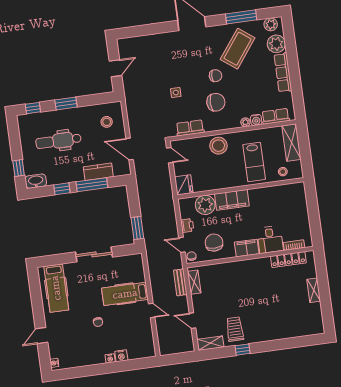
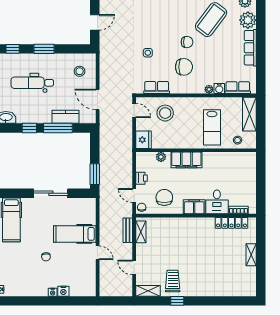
stool: (218, 146) -> (165, 113), moved
plant: (205, 205) -> (161, 157), width x0.53, depth x0.53

